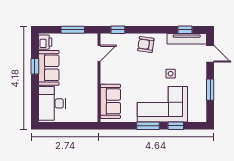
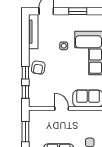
window: (185, 30) -> (25, 73), moved
door: (99, 53) -> (62, 109), moved

